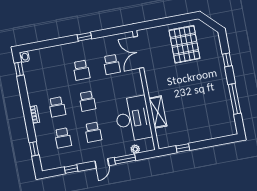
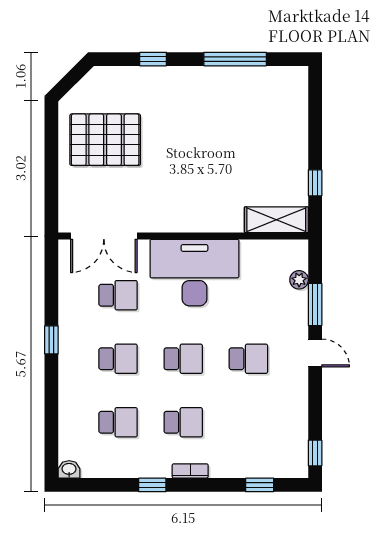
window: (19, 69) -> (152, 485), moved
shelving: (158, 112) -> (276, 220), moved
desk: (133, 119) -> (194, 273), moved
school desk: (63, 138) -> (118, 422), moved
window: (71, 169) -> (315, 453), moved

